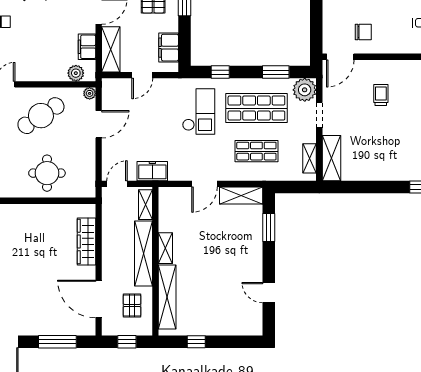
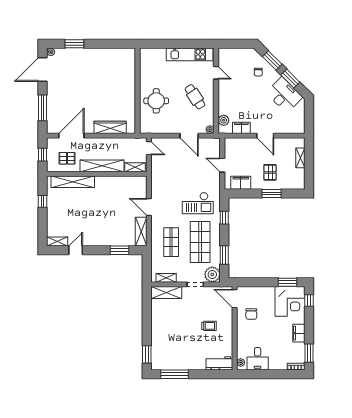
shelving: (111, 49) -> (240, 144), removed
cafe table: (41, 116) -> (195, 97), width x0.73, depth x0.74
freezer: (152, 171) -> (158, 172), removed
shelving: (165, 248) -> (57, 241), moved

